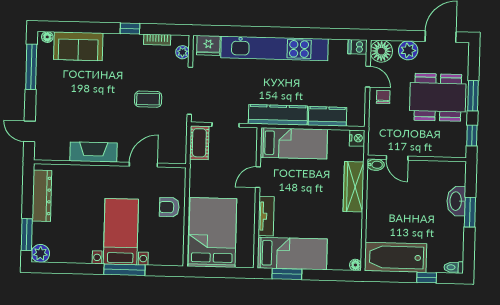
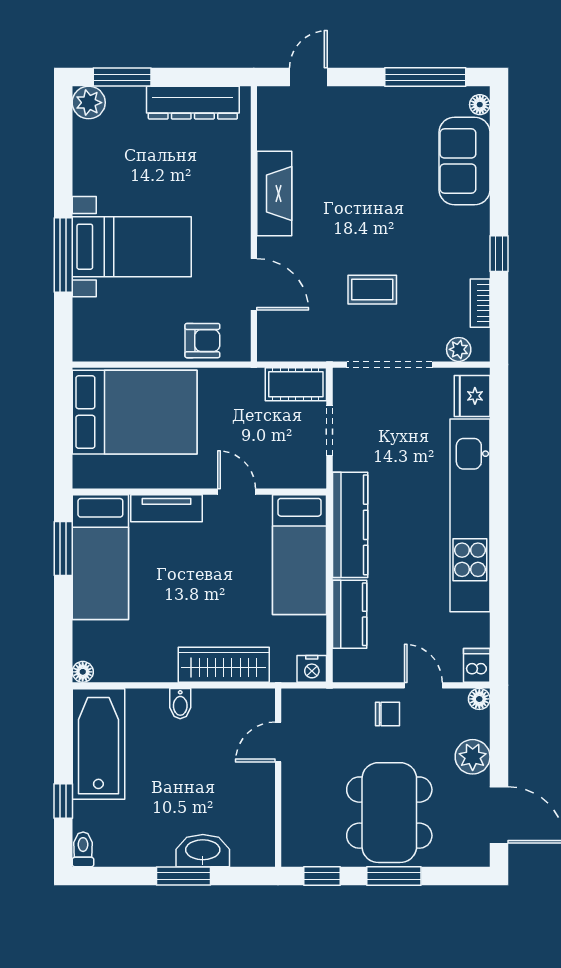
floor lamp: (381, 51) -> (479, 699), width x0.53, depth x0.53
door: (368, 77) -> (423, 685), swing flipped
coffee table: (148, 99) -> (372, 290), turned 90
bidet: (376, 165) -> (180, 704), moved
armchair: (169, 207) -> (202, 341), moved, turned 90

